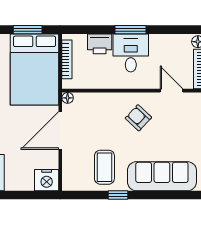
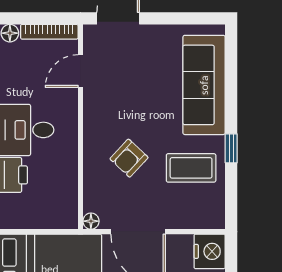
bookcase: (67, 59) -> (36, 222), removed
armchair: (138, 118) -> (129, 158), moved

